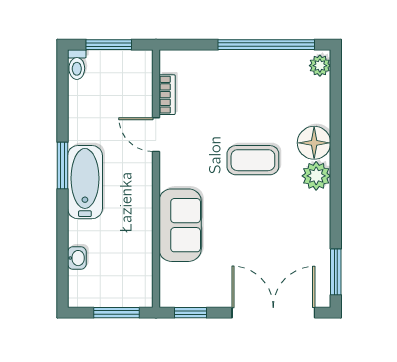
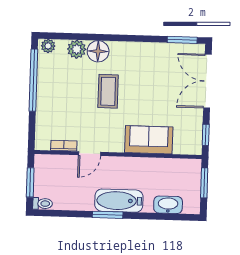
plant: (316, 176) -> (77, 49), moved
washbasin: (77, 258) -> (168, 205), width x1.91, depth x1.45

